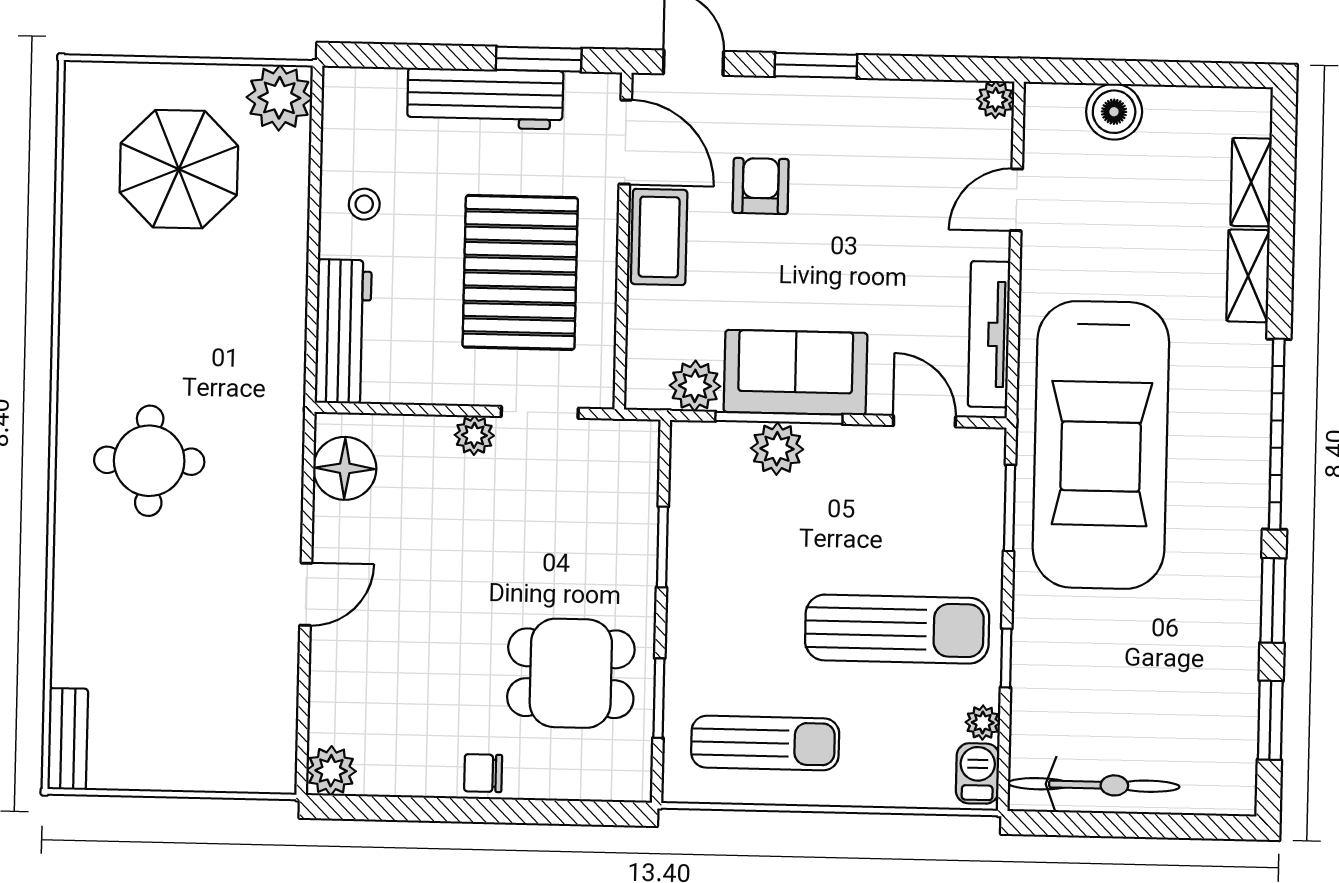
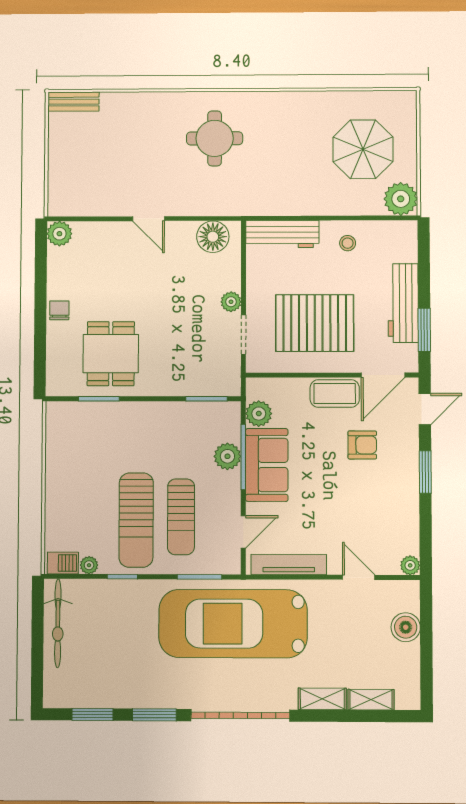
window: (662, 547) -> (206, 399), moved
sun lounger: (765, 743) -> (181, 517), moved

